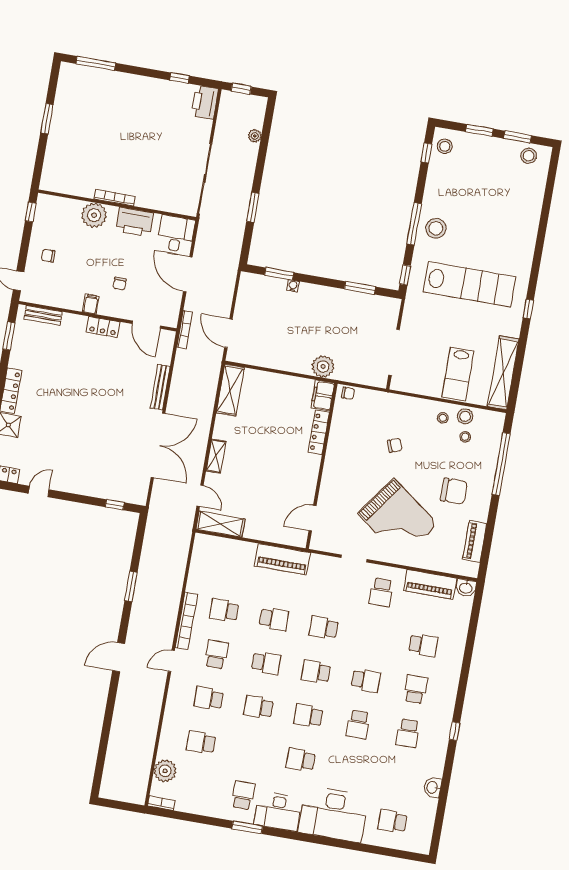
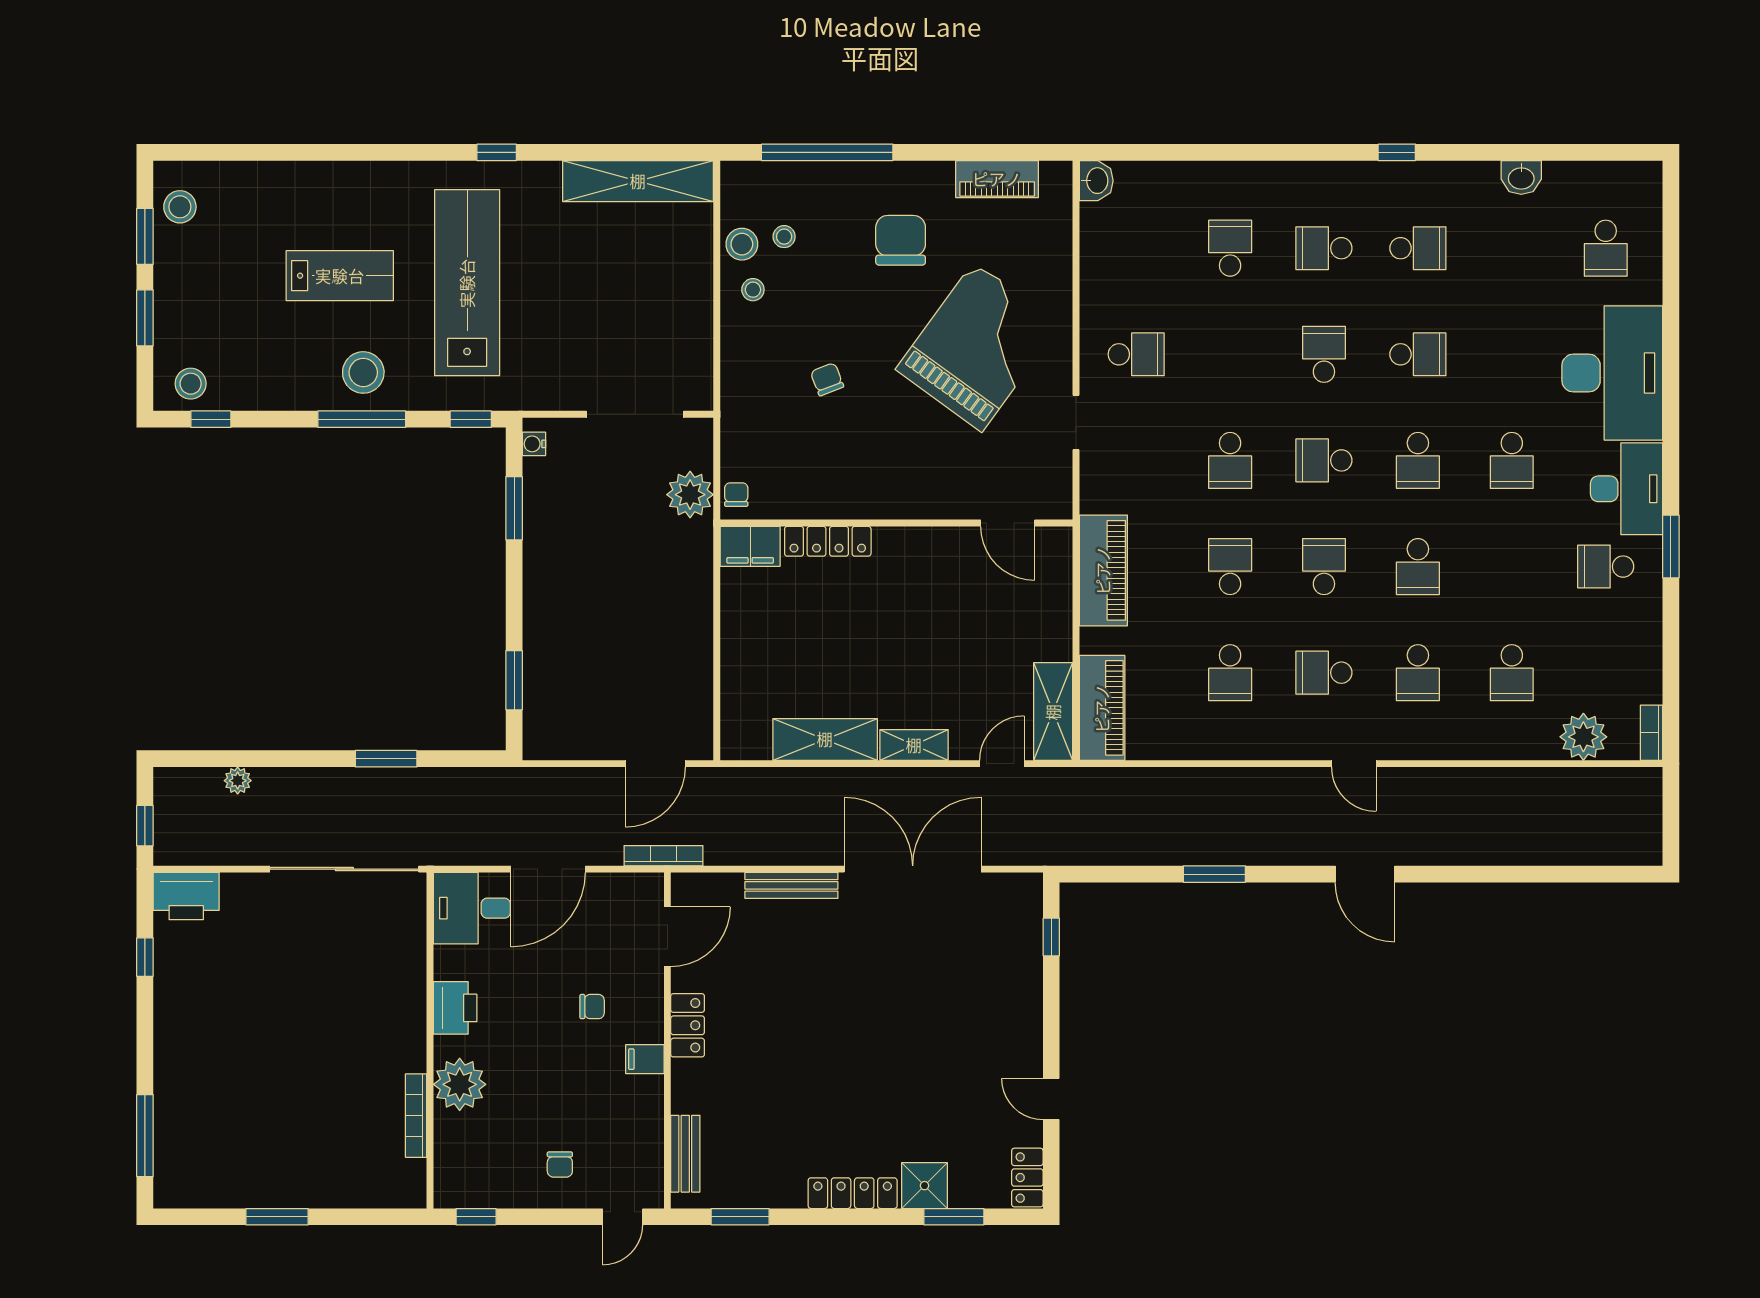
bookcase: (115, 198) -> (416, 1116), moved
printer: (135, 222) -> (455, 1008), width x0.73, depth x0.84
water cooler: (293, 286) -> (534, 444), moved
plant: (323, 367) -> (690, 495), moved
lab bench: (458, 374) -> (340, 276), moved
shelving: (230, 390) -> (825, 739), moved
piano: (430, 584) -> (1102, 708), moved
bookcase: (186, 621) -> (1266, 747), removed
school desk: (316, 672) -> (1324, 460), turned 90

